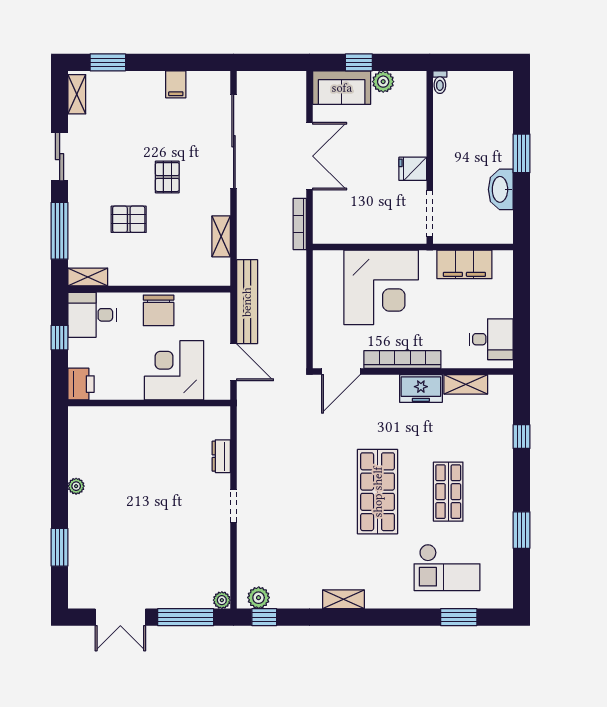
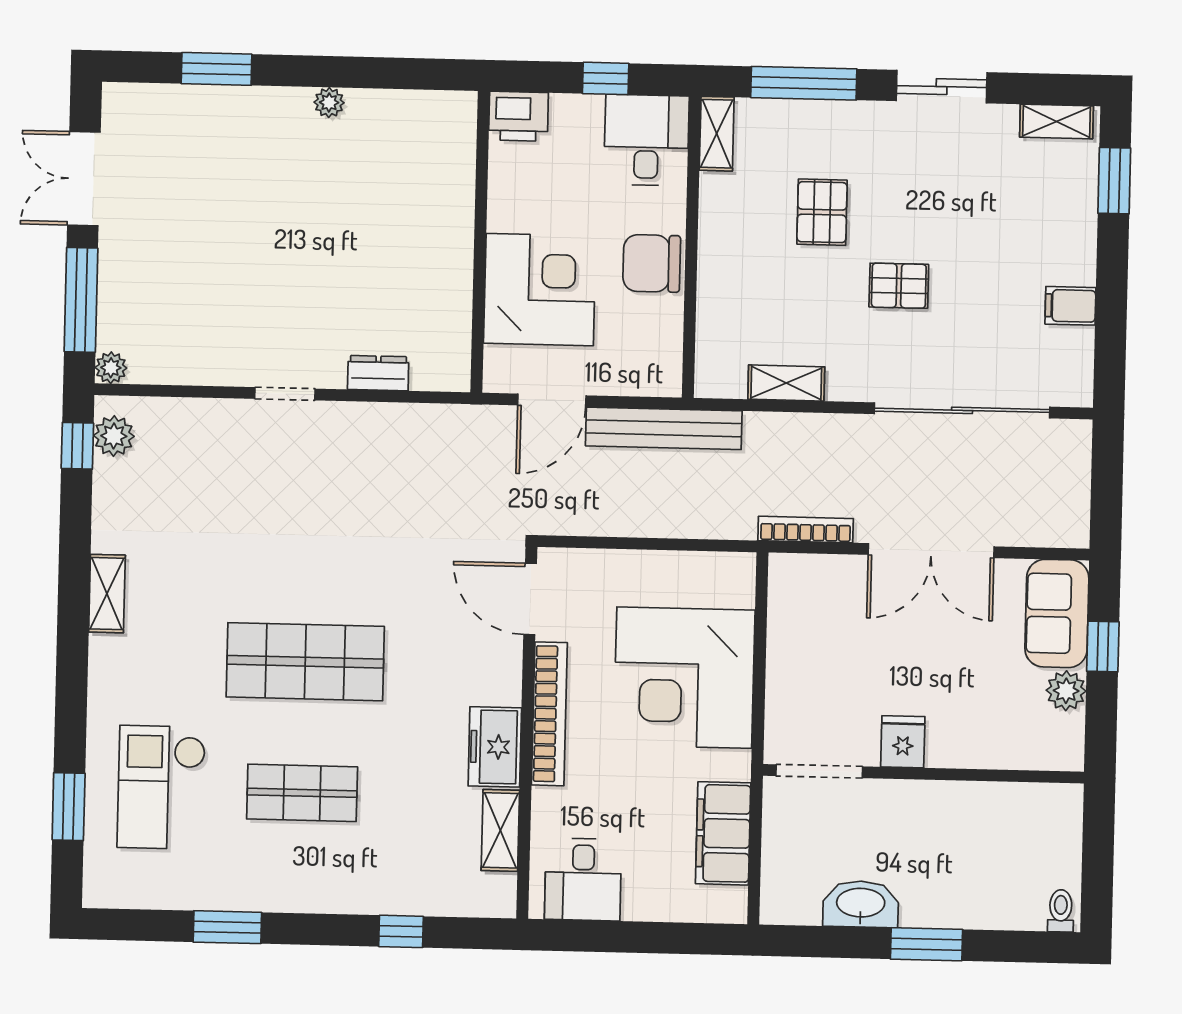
toilet: (440, 82) -> (1061, 911), moved, turned 90

